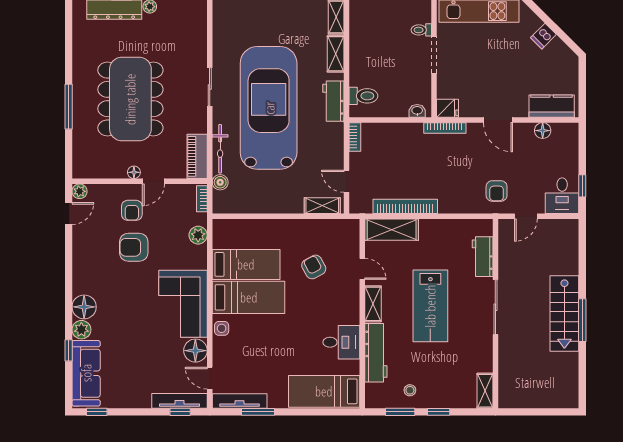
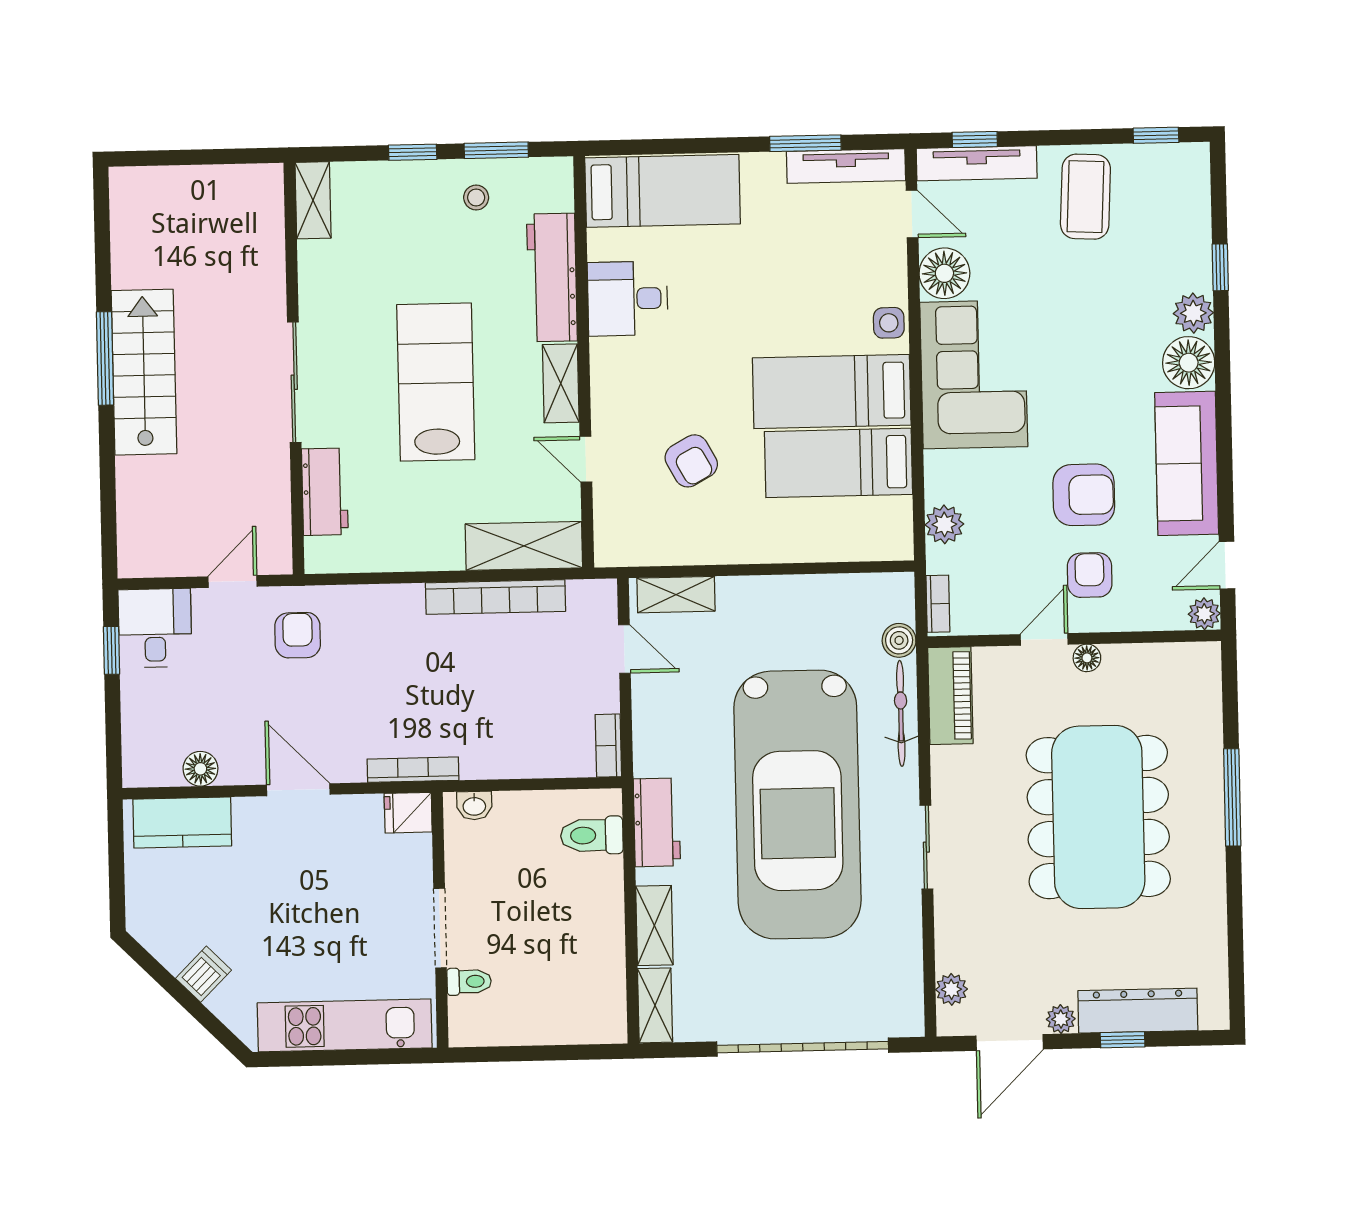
plant: (200, 21) -> (951, 989), added
sofa: (86, 373) -> (1187, 463), moved
coffee table: (130, 384) -> (1085, 197), added

